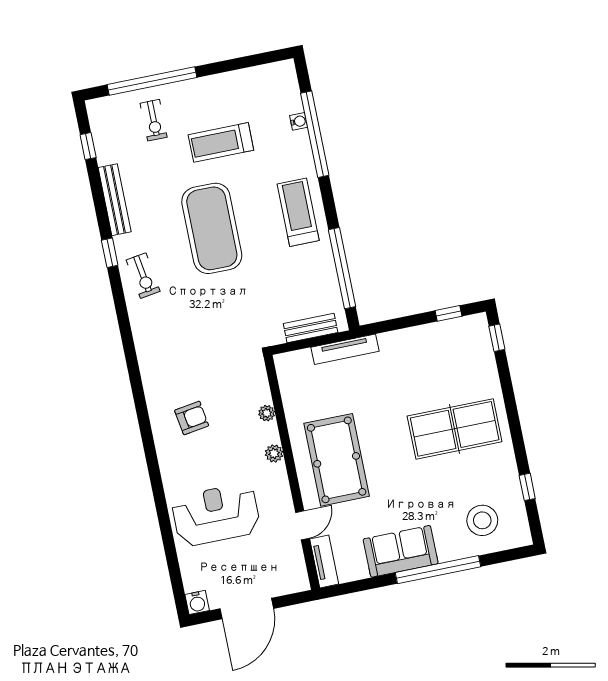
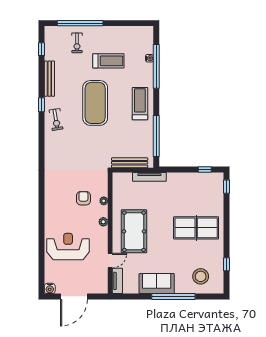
treadmill: (221, 142) -> (108, 61), turned 180
bench: (311, 328) -> (130, 163), width x1.36
armchair: (192, 418) -> (83, 198), moved, turned -81

